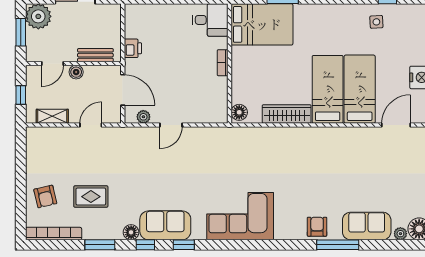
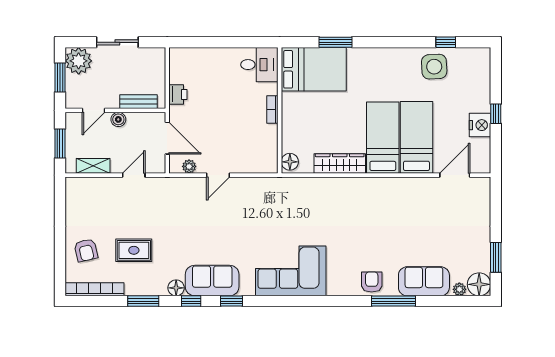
side table: (376, 22) -> (434, 67), width x1.87, depth x1.87
window: (21, 95) -> (60, 144), width x1.50

